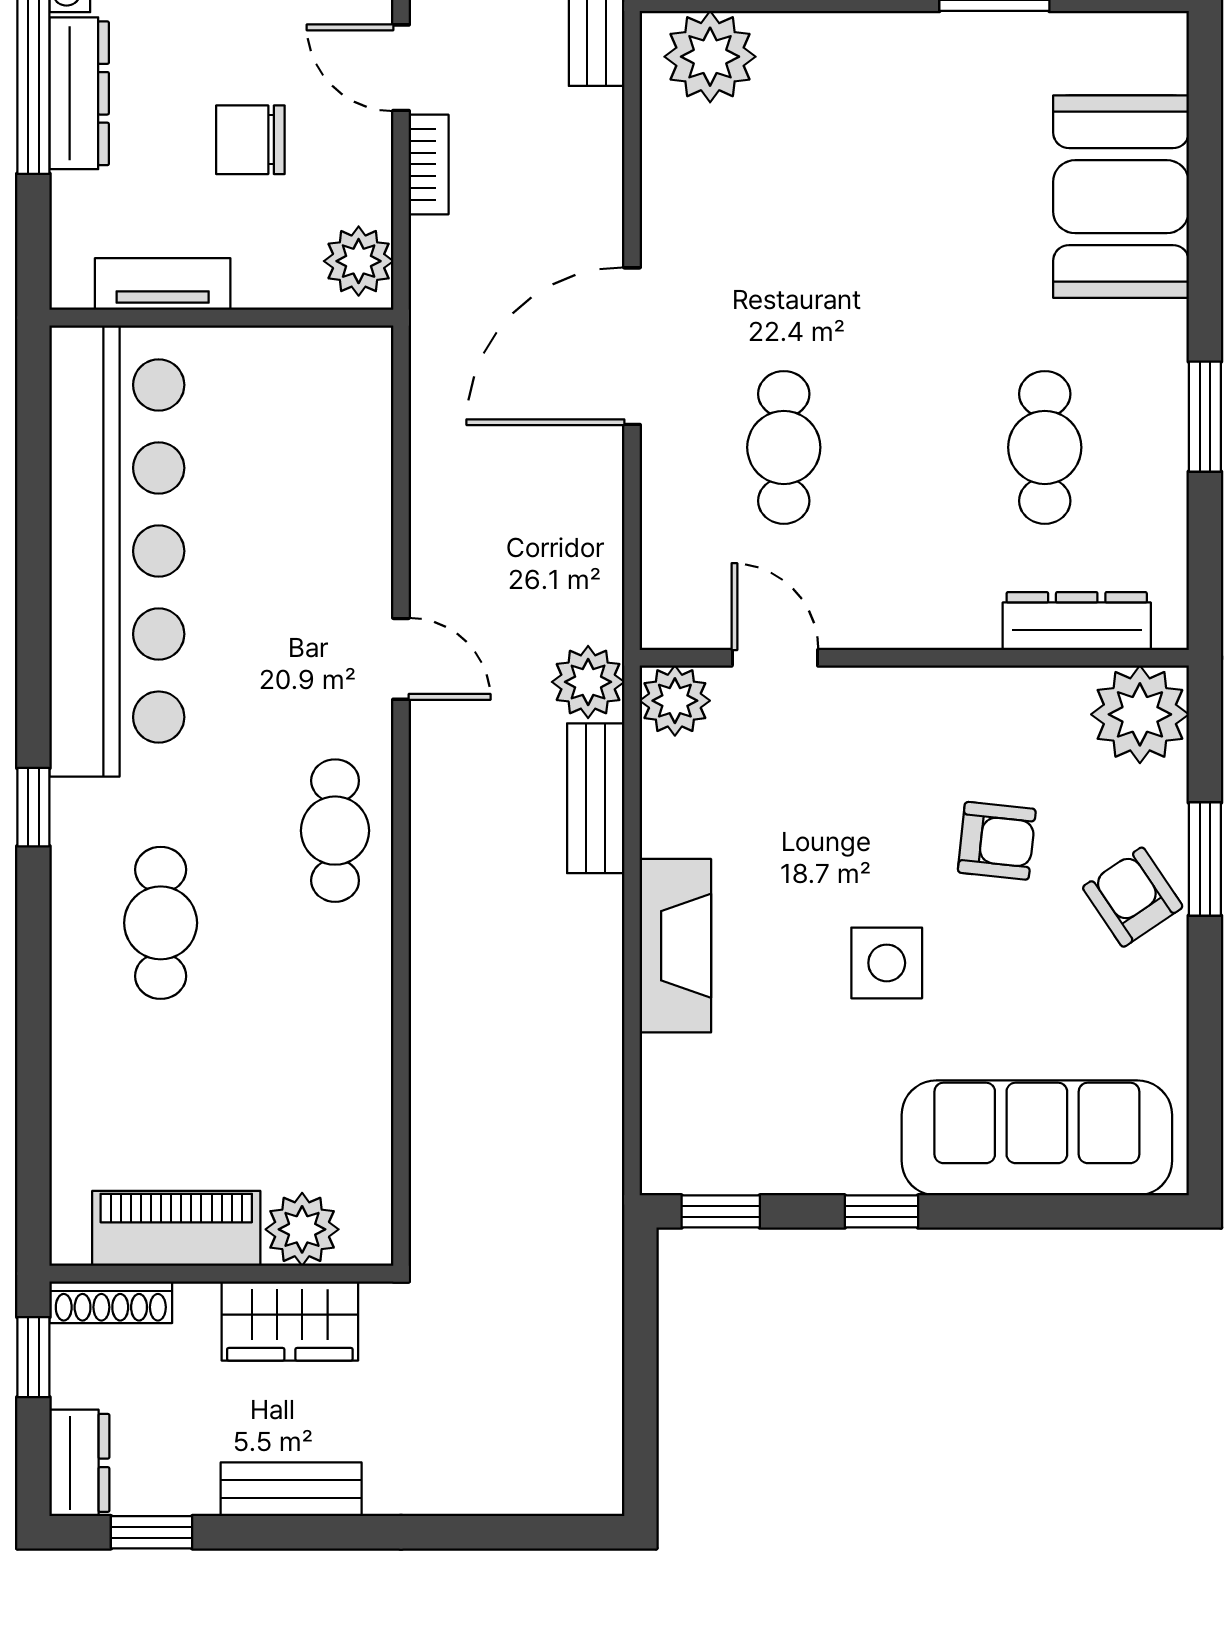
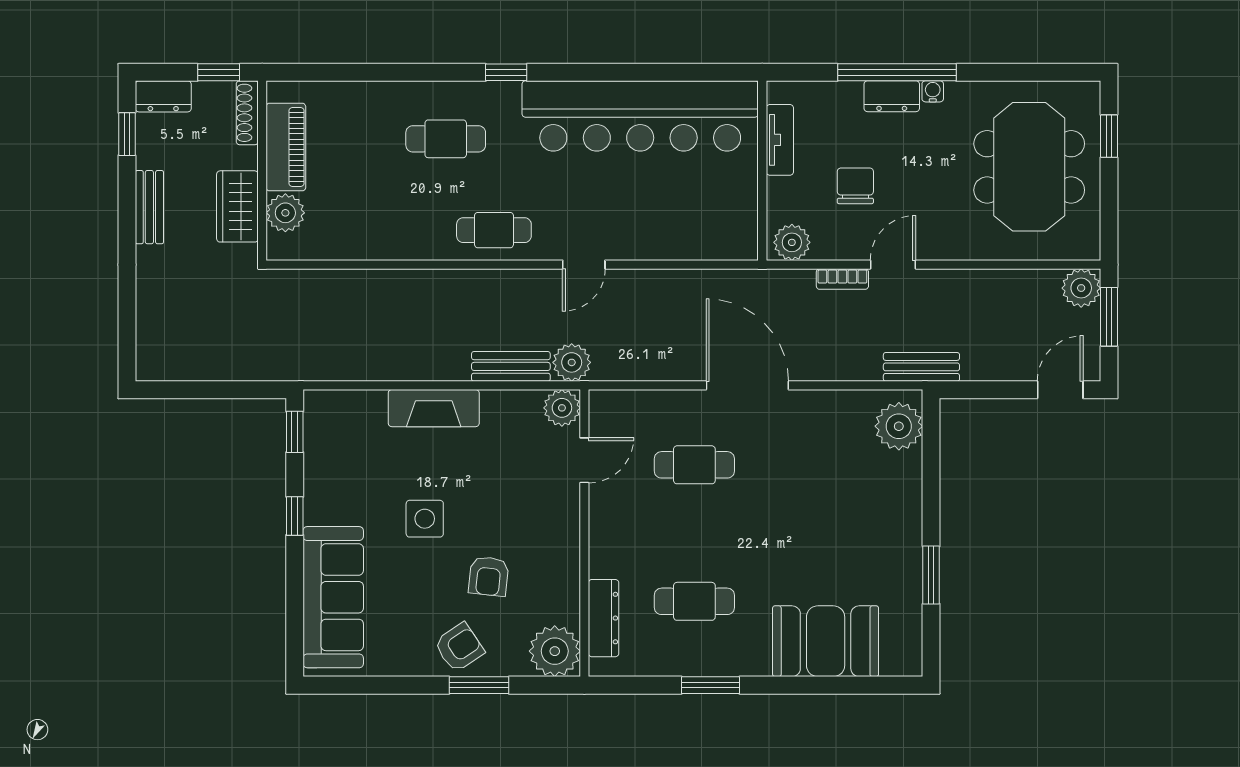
dresser: (79, 93) -> (892, 96), width x0.70

